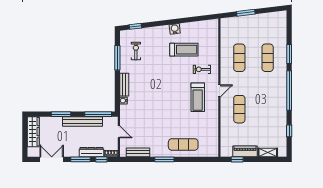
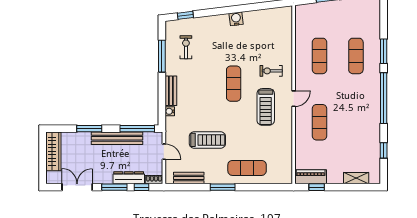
treadmill: (184, 50) -> (207, 140), moved
exercise mat: (173, 79) -> (234, 84), added
piano: (245, 151) -> (311, 177), moved

